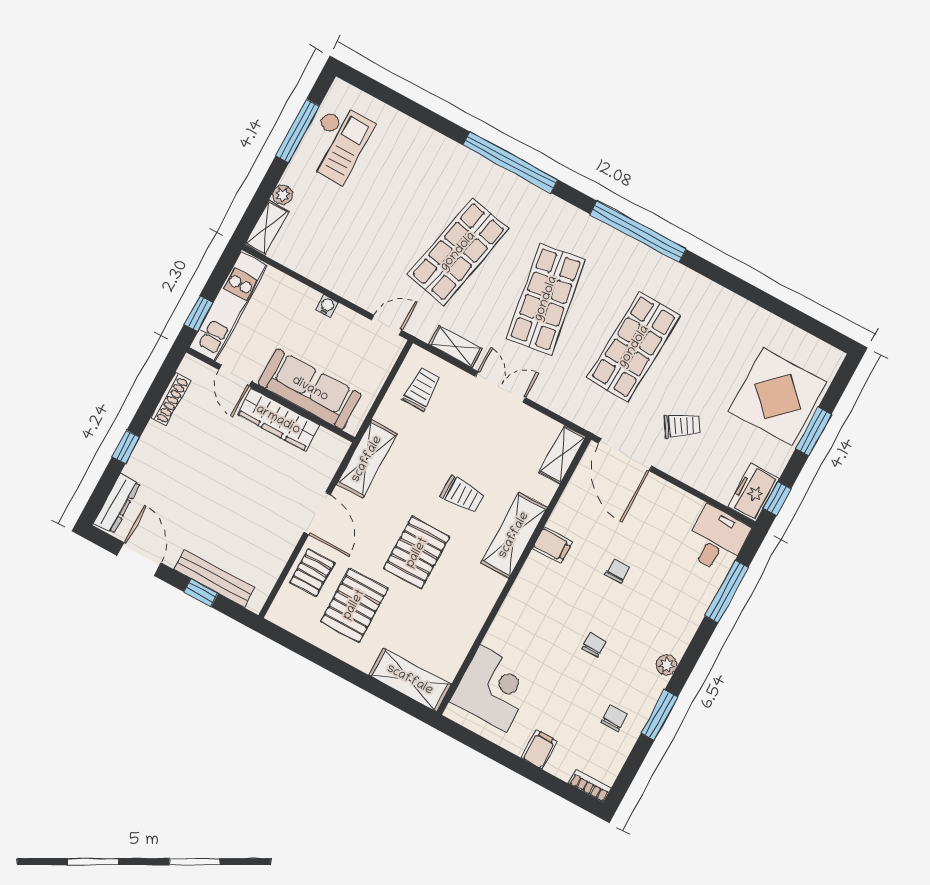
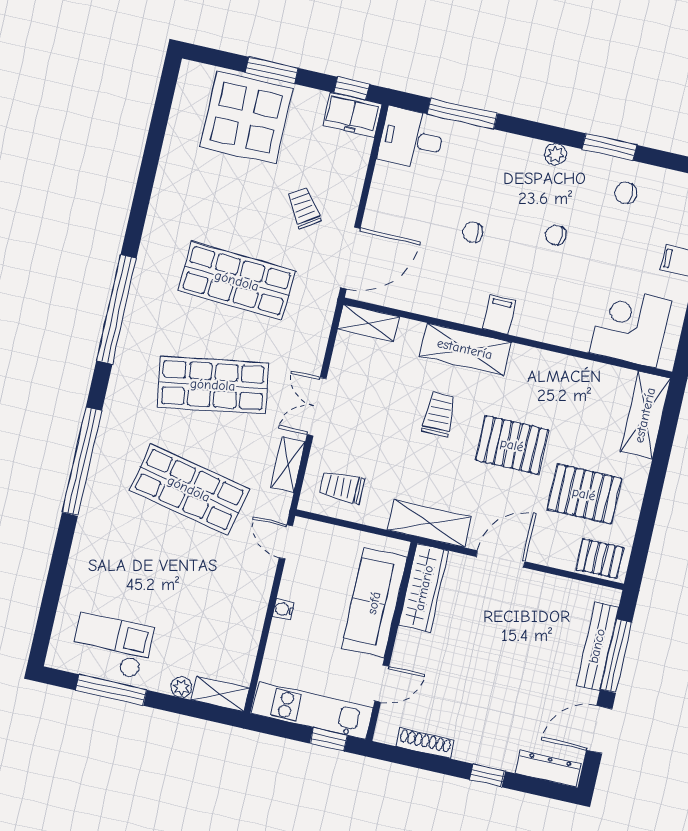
wardrobe: (278, 420) -> (424, 588), moved
filing cabinet: (552, 545) -> (499, 315), moved
pallet: (312, 573) -> (600, 559), moved
window: (201, 593) -> (616, 656), width x2.17

